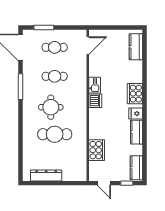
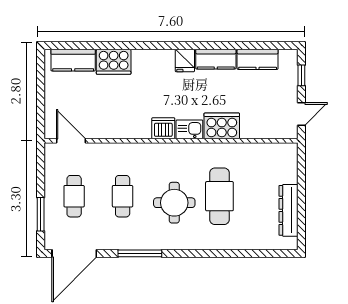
kitchen sink: (95, 85) -> (189, 129), moved
cooker: (135, 94) -> (114, 62), moved
cooker: (97, 150) -> (222, 126), moved
kitchen counter: (136, 168) -> (258, 59), moved

